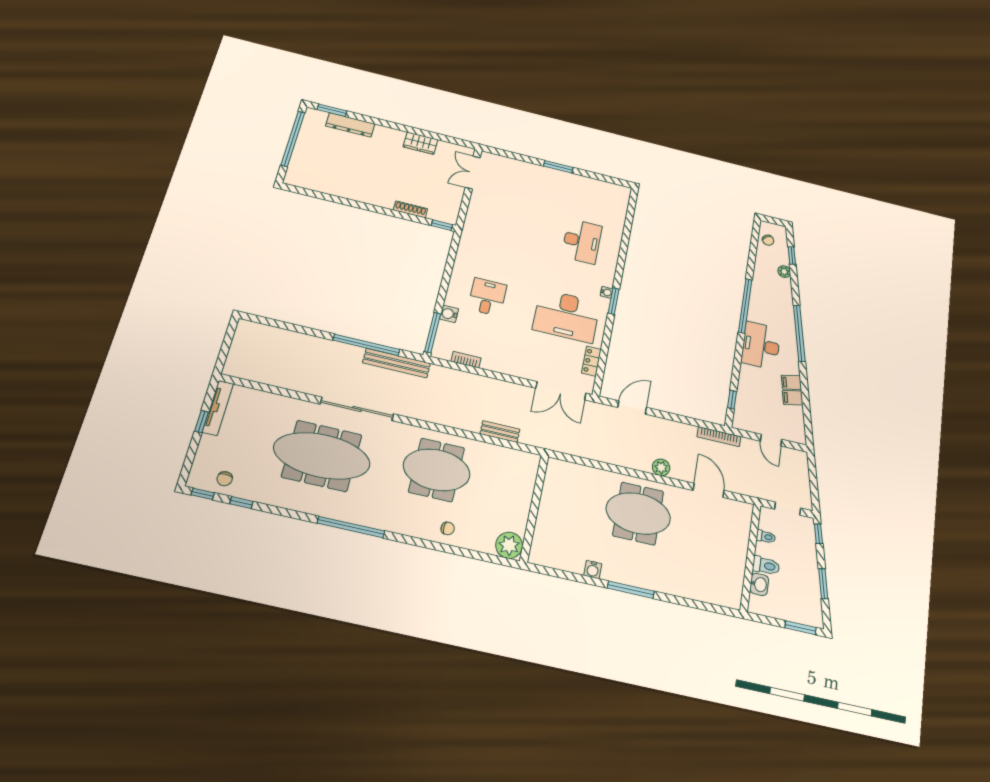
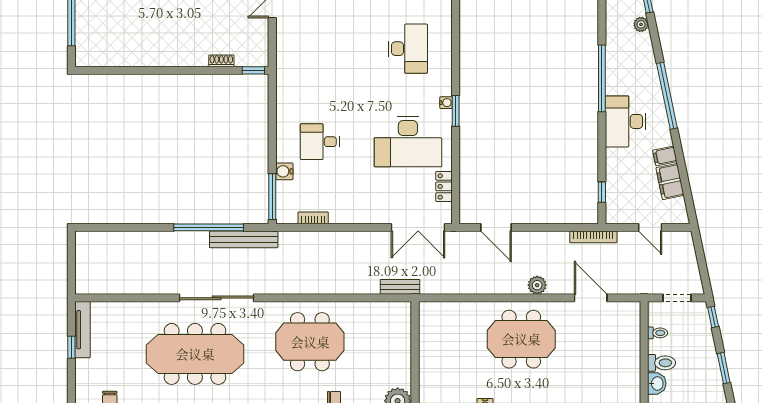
shoe rack: (410, 209) -> (221, 61), width x0.70
desk: (487, 297) -> (320, 142), turned -90
filing cabinet: (793, 398) -> (670, 181), width x2.00
door: (632, 407) -> (496, 227), swing flipped
bench: (500, 432) -> (400, 287), moved

